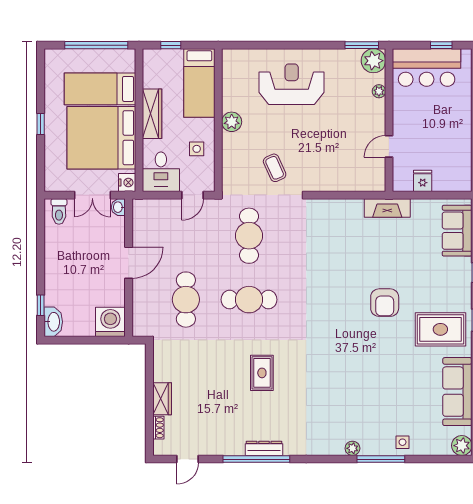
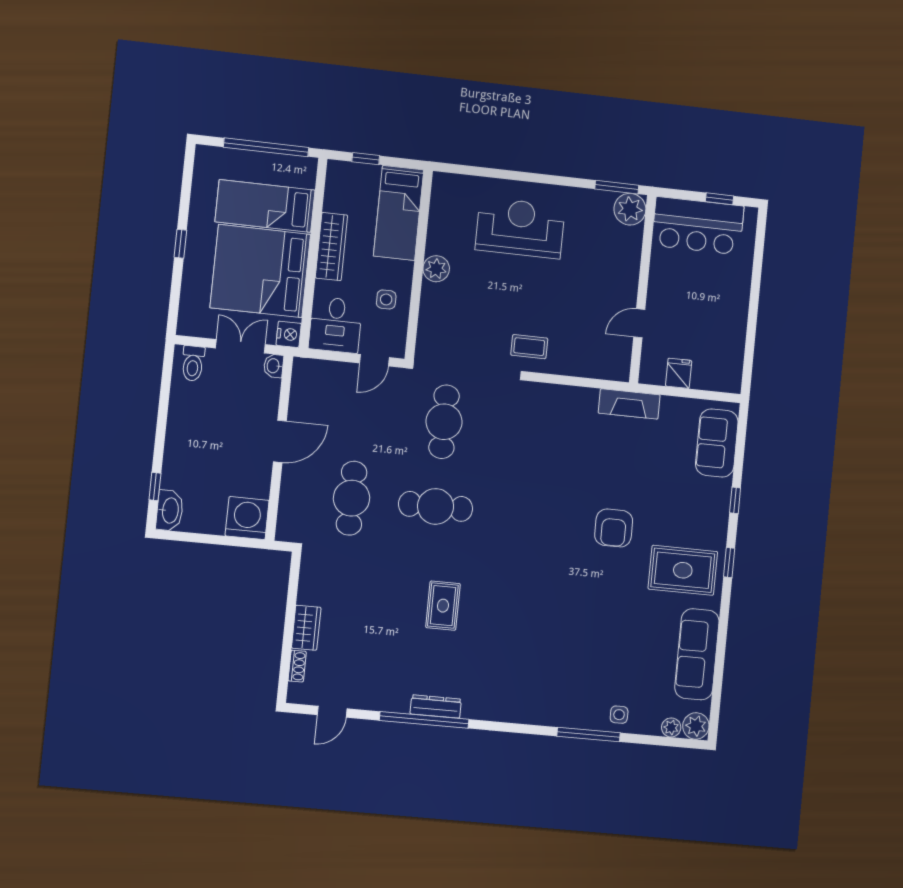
plant: (379, 91) -> (633, 250), removed
coffee table: (275, 168) -> (529, 347), moved, turned -66
double door: (92, 195) -> (240, 346), swing flipped
plant: (352, 448) -> (671, 727), moved

